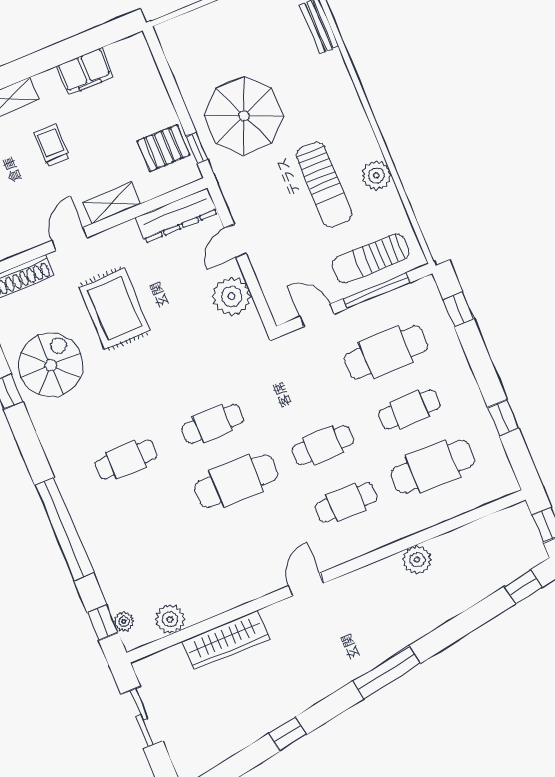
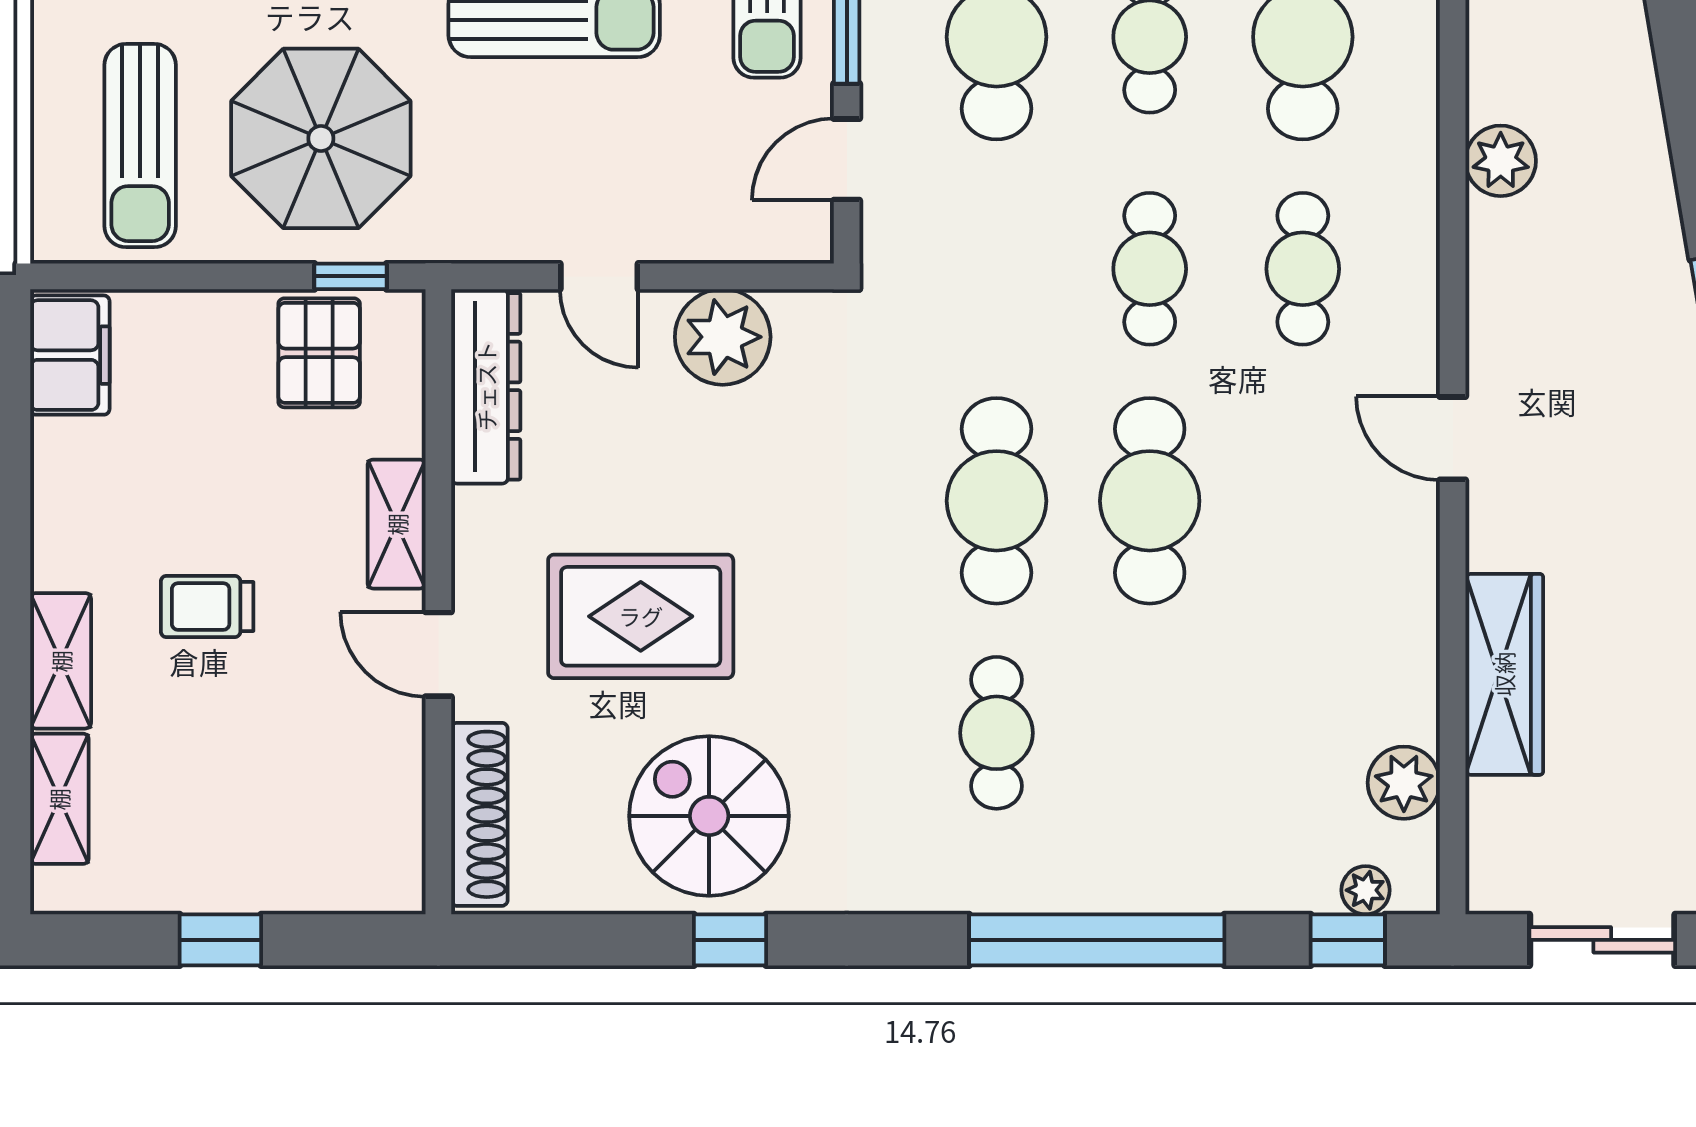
sun lounger: (213, 49) -> (140, 146), added
filing cabinet: (85, 72) -> (70, 355), moved
cafe table: (213, 424) -> (997, 501), width x1.37, depth x1.35

